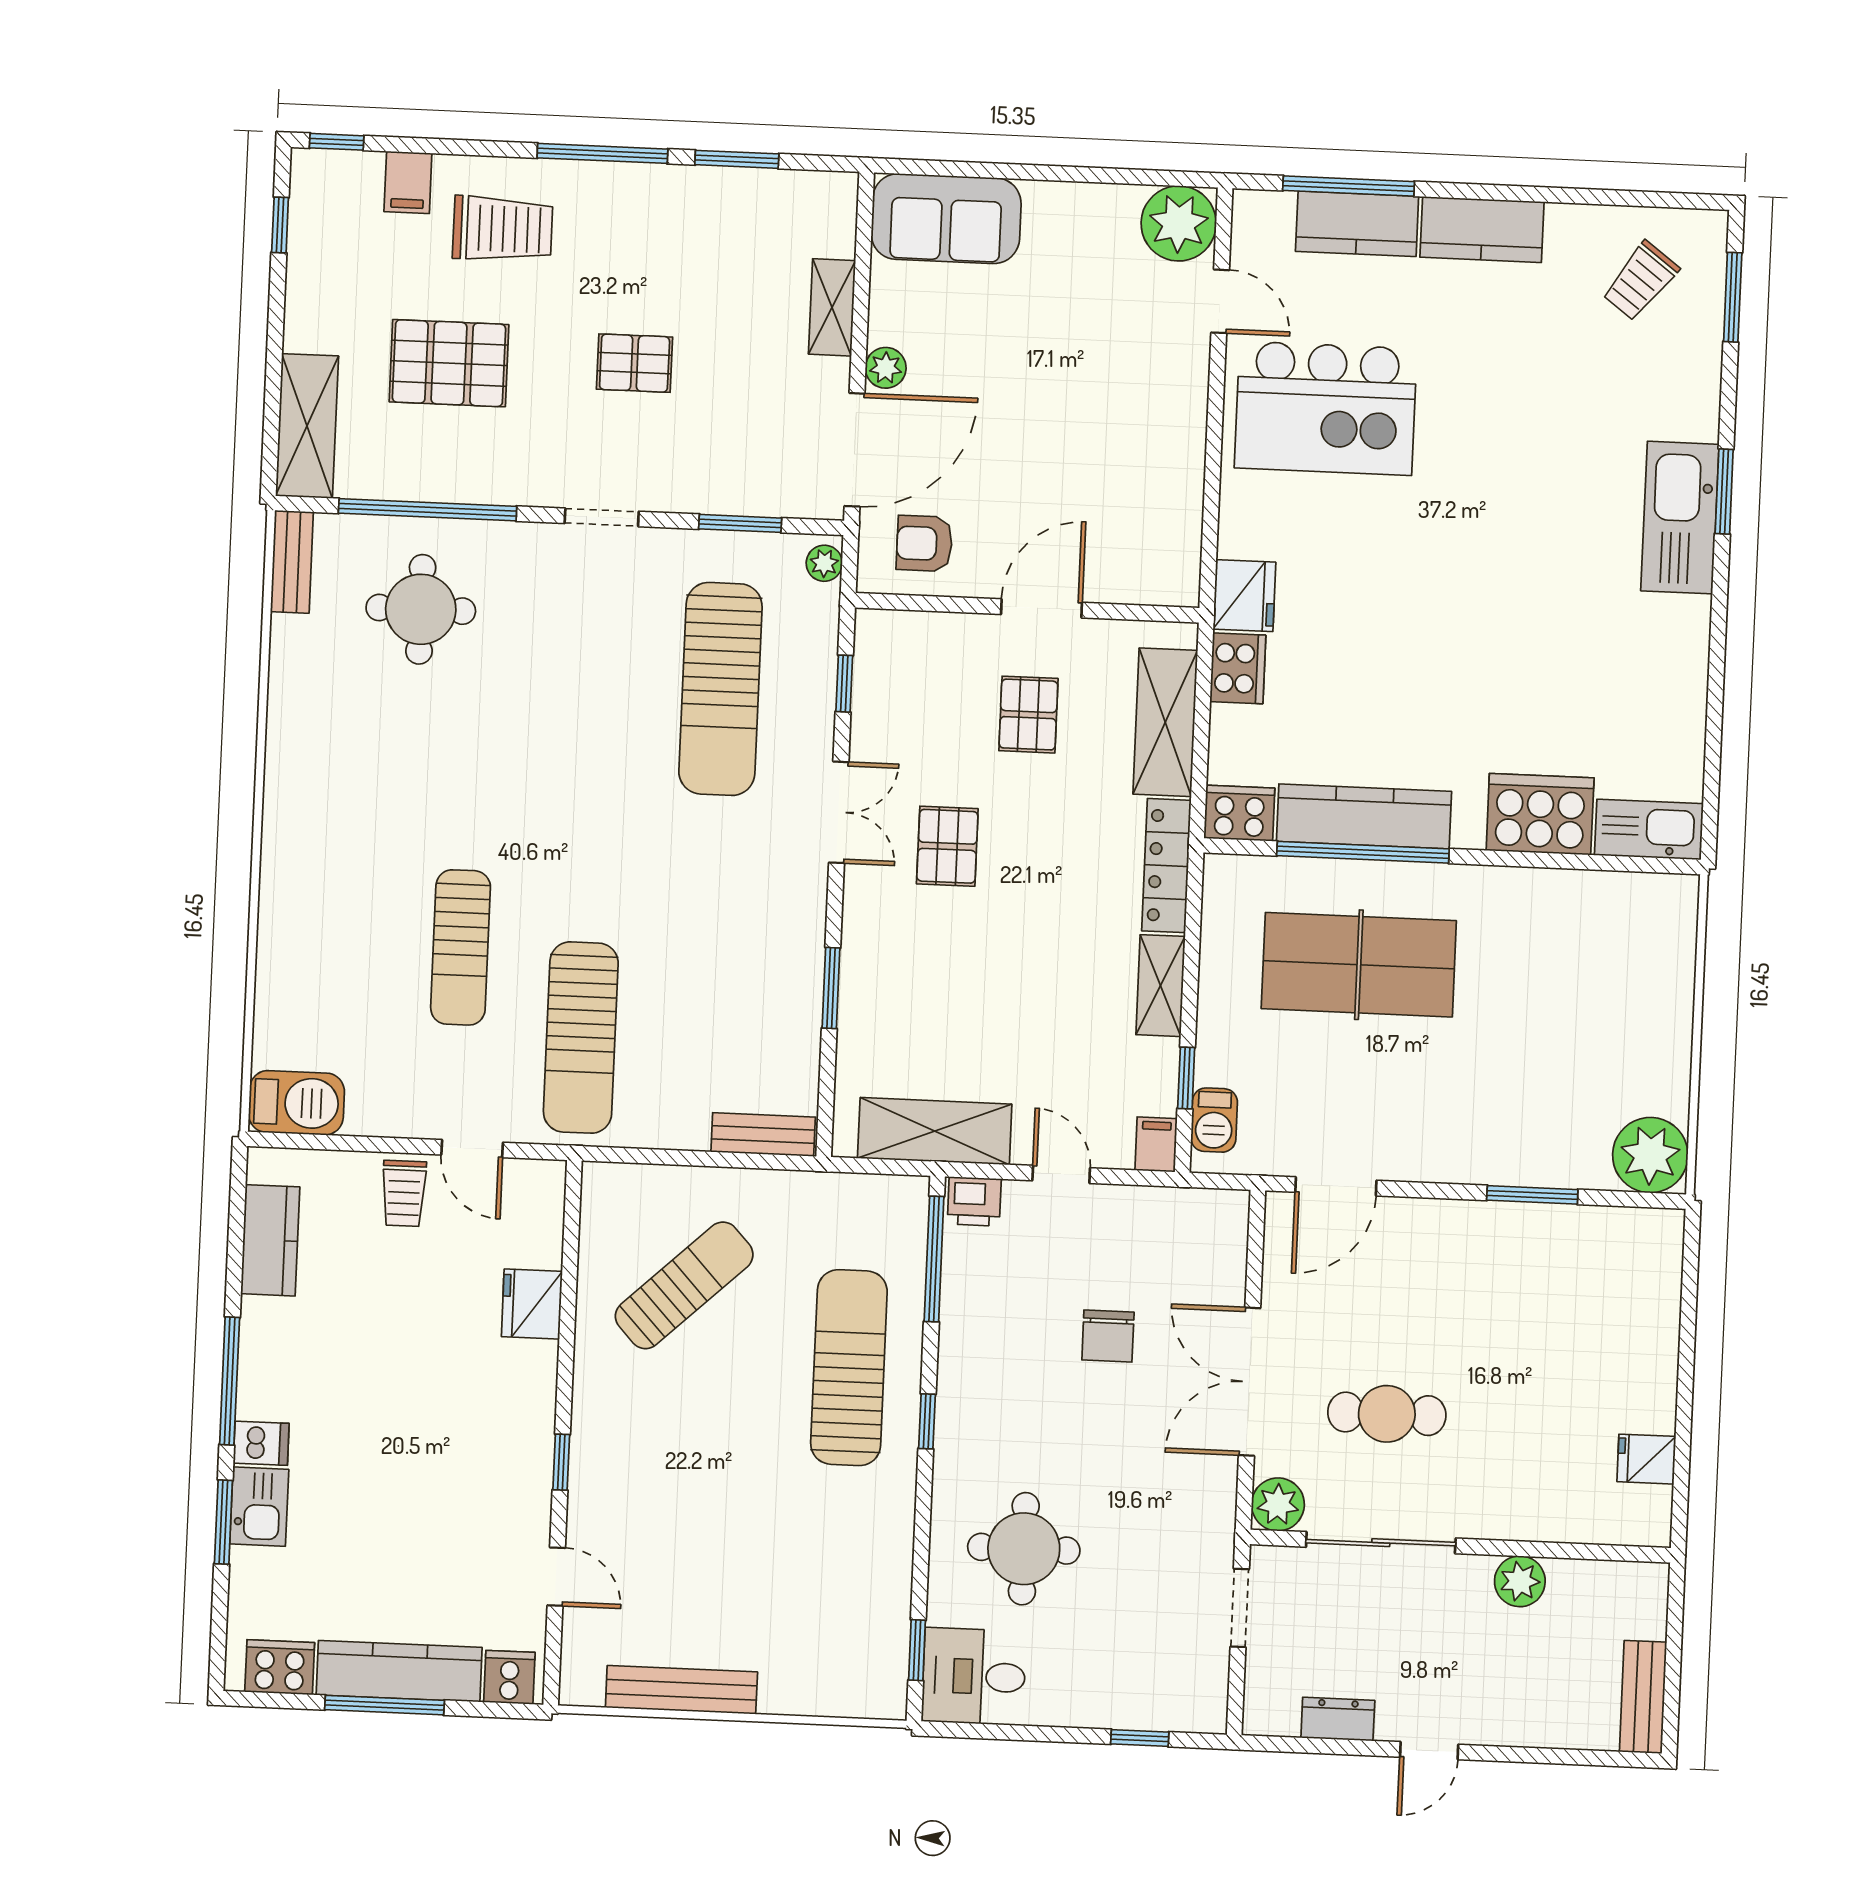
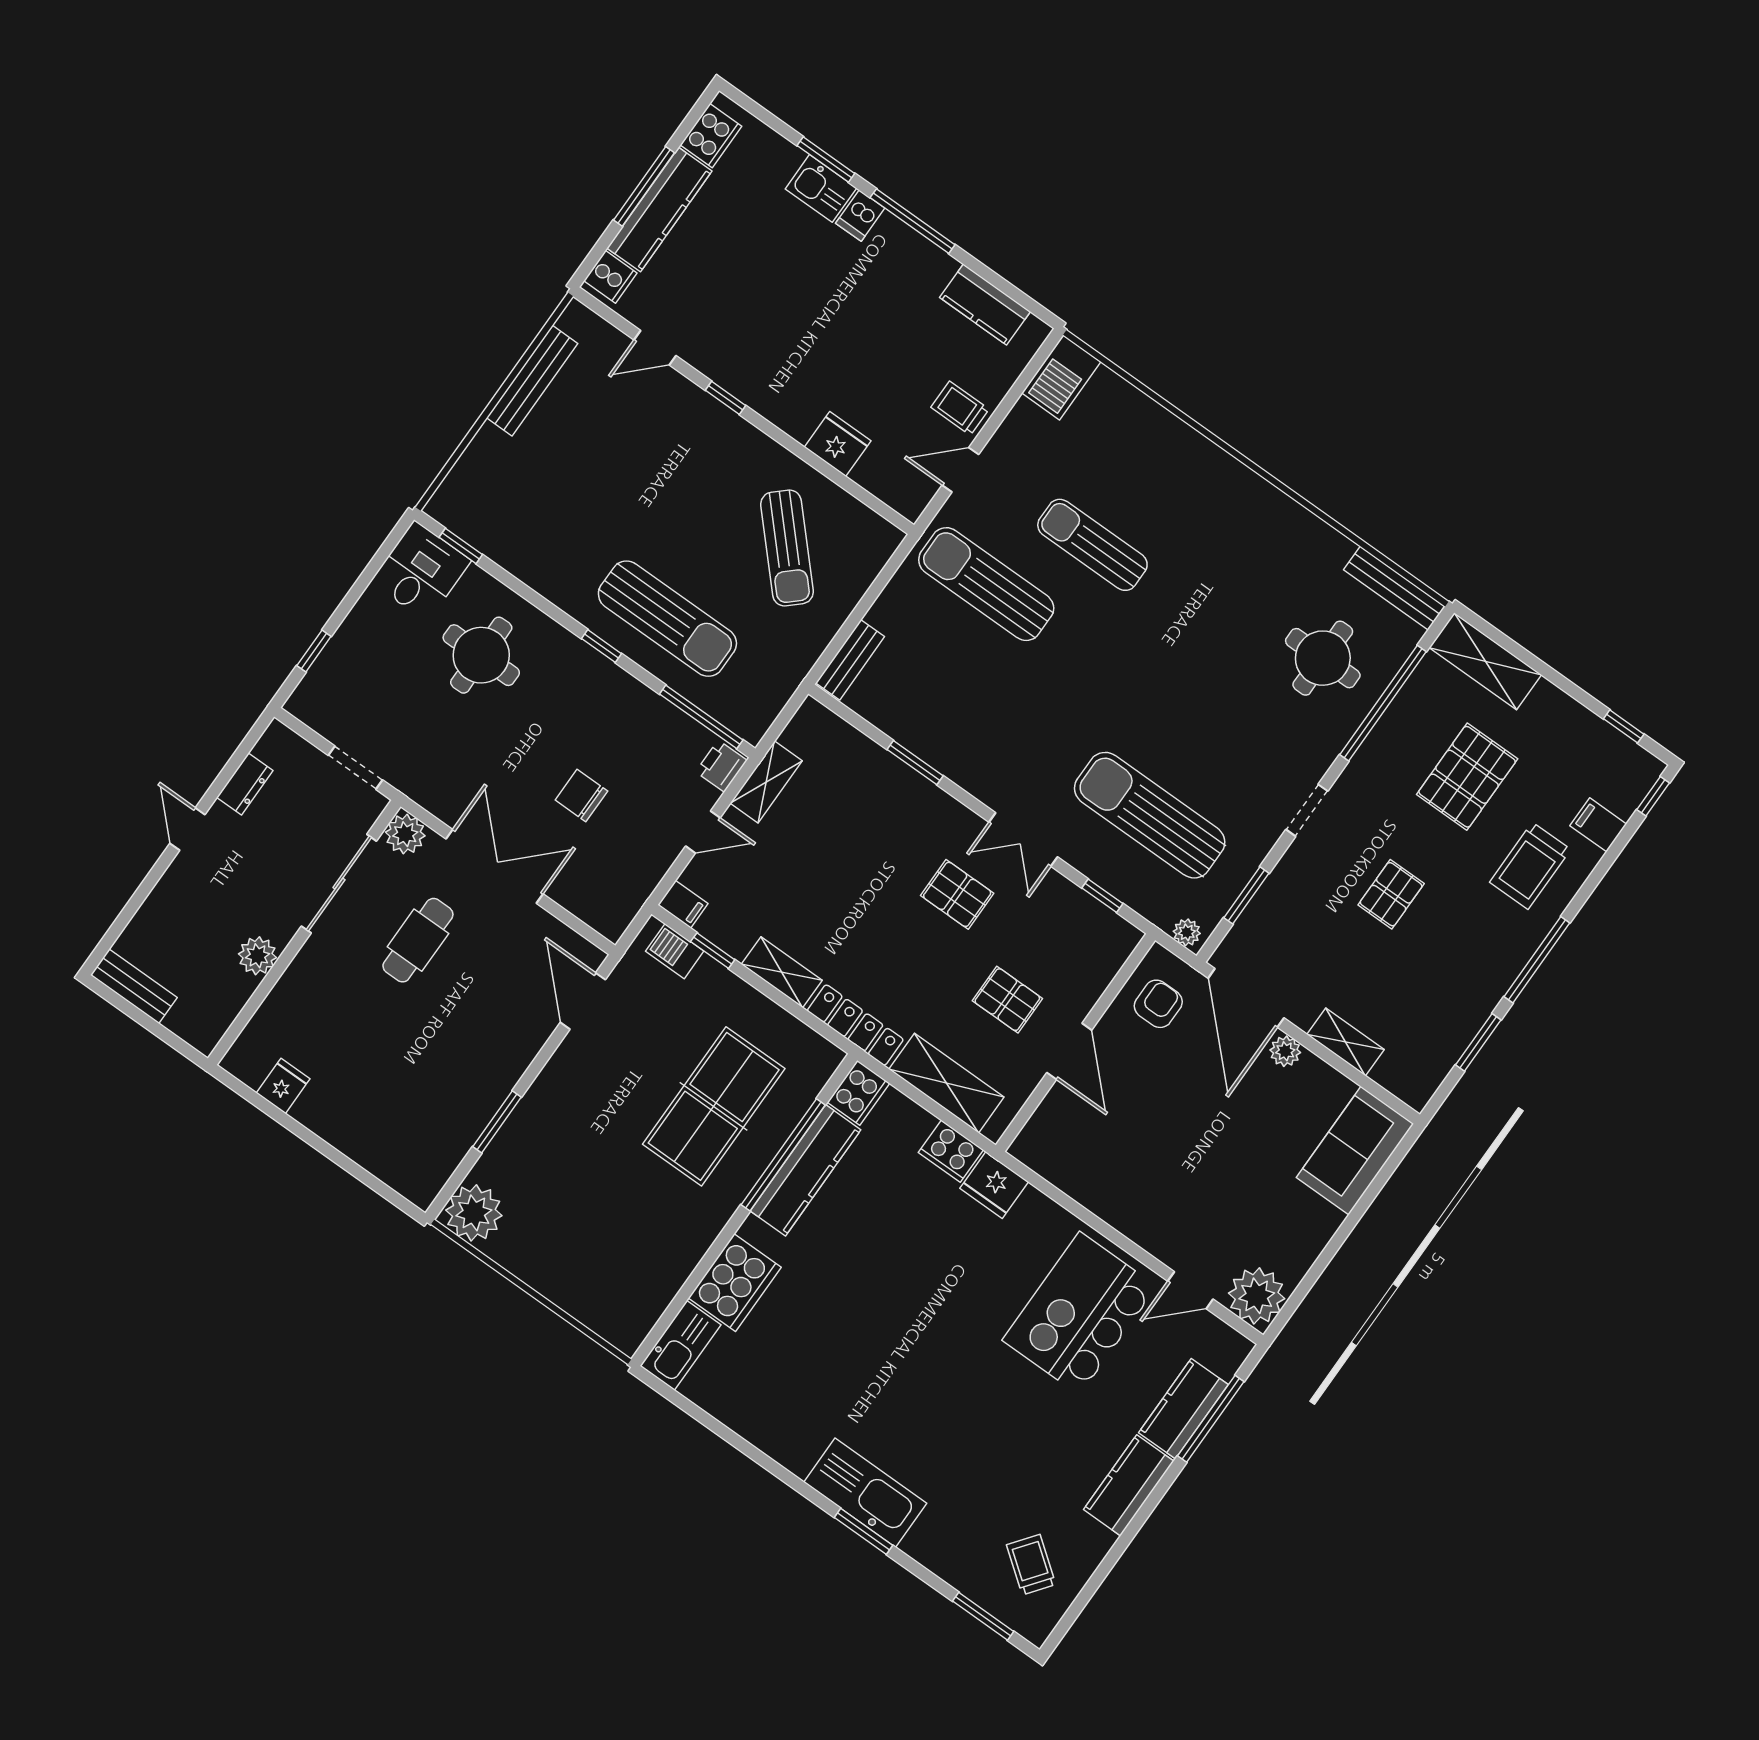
bench: (292, 562) -> (1394, 588), width x1.36
shelving: (935, 1131) -> (766, 782), width x0.67, depth x0.75

